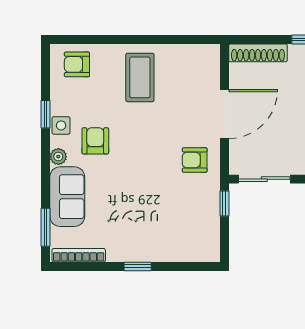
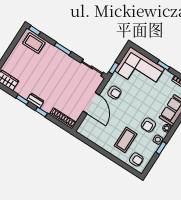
coffee table: (140, 77) -> (126, 140), moved
door: (224, 114) -> (91, 103), swing flipped
corner sofa: (176, 230) -> (139, 70), added

